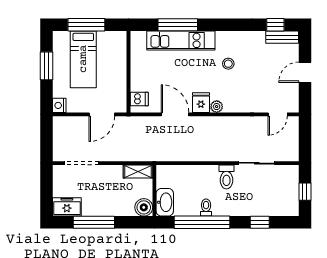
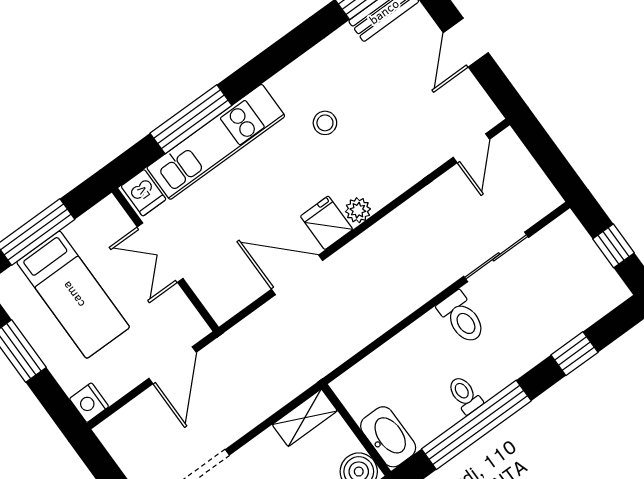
double door: (129, 68) -> (160, 253), added
dishwasher: (139, 99) -> (143, 193), moved, turned 90

